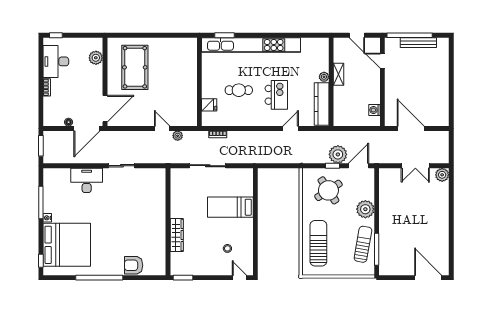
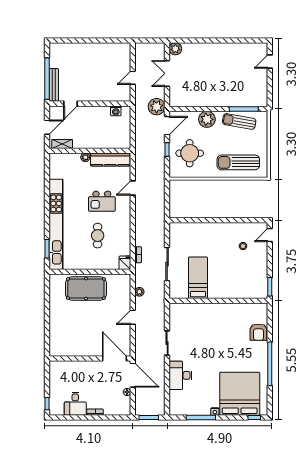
bench: (418, 43) -> (54, 85), moved
plant: (96, 58) -> (68, 367), removed
desk: (56, 61) -> (75, 404), width x0.73
pool table: (135, 67) -> (86, 289), moved
shelving: (338, 74) -> (62, 144), moved
kitchen island: (276, 95) -> (102, 201), turned 180
fridge: (209, 105) -> (125, 263), moved
door: (162, 128) -> (133, 317), moved
door: (291, 128) -> (133, 188), hinge flipped
door: (411, 128) -> (133, 78), width x0.53
plant: (338, 154) -> (157, 107), moved
door: (358, 166) -> (167, 126), swing flipped
double door: (415, 166) -> (167, 73), swing flipped
round table: (328, 190) -> (190, 153), turned 33
bed: (230, 207) -> (198, 278), moved, turned 180
wardrobe: (177, 235) -> (231, 293), removed
door: (428, 278) -> (270, 62), width x0.53

